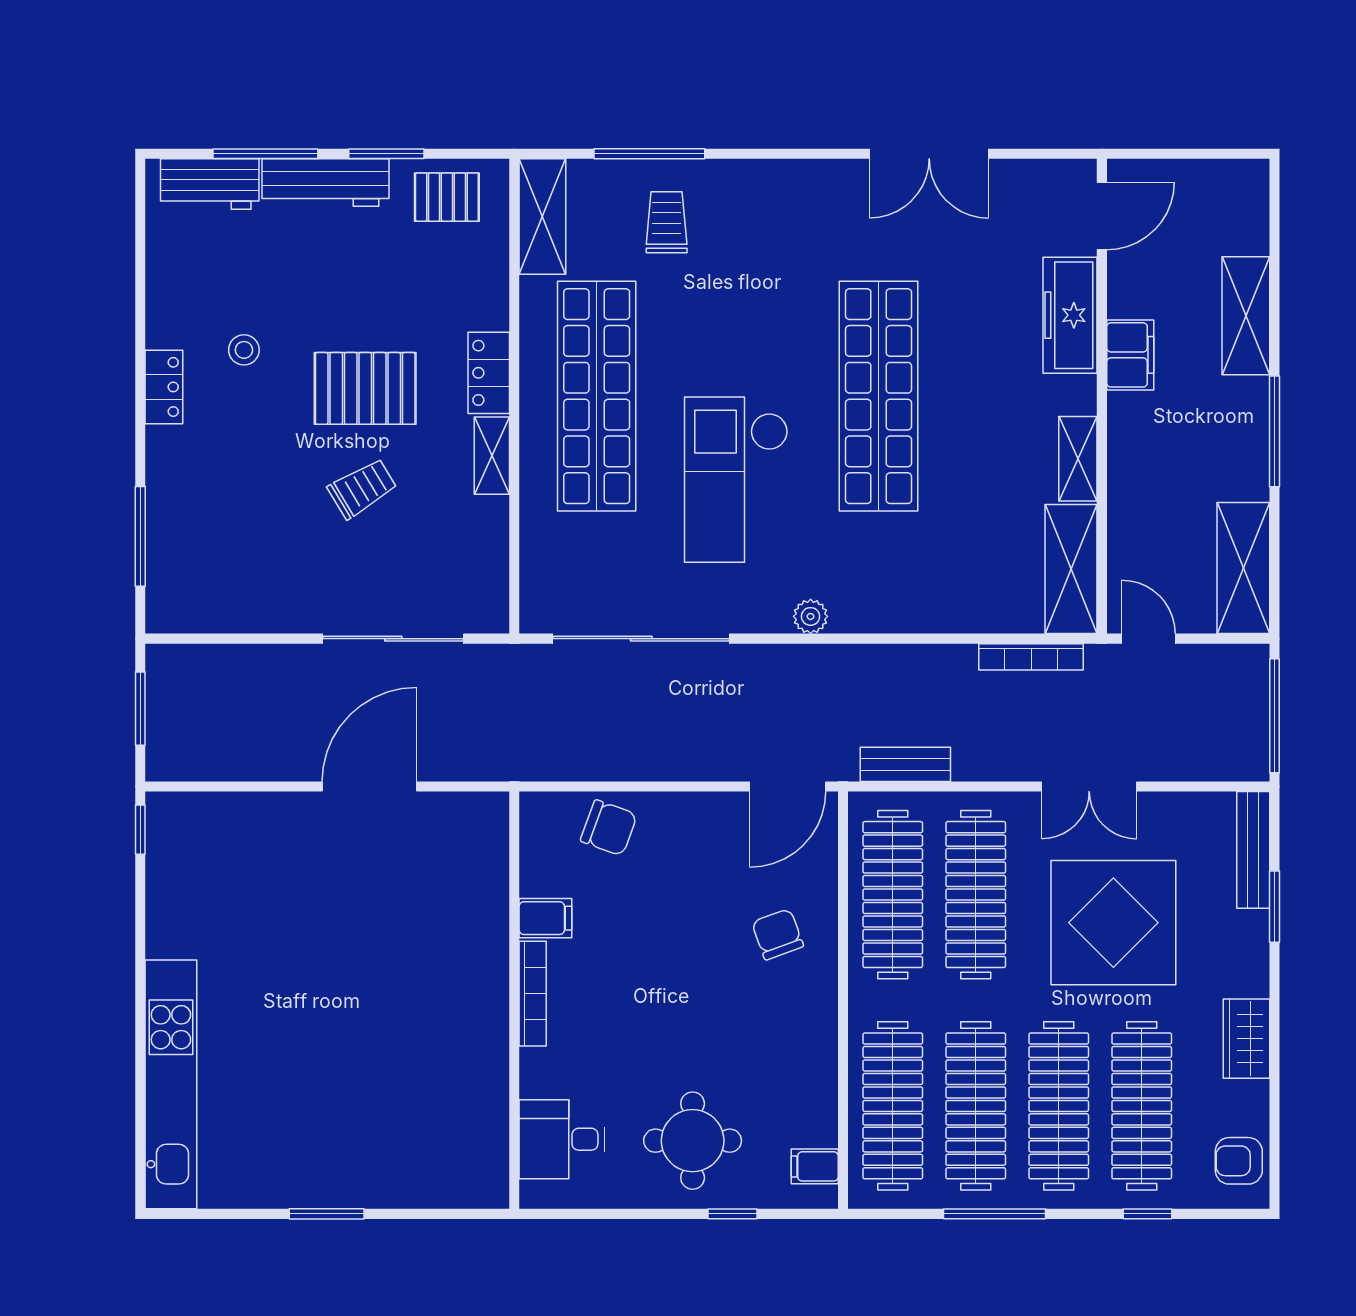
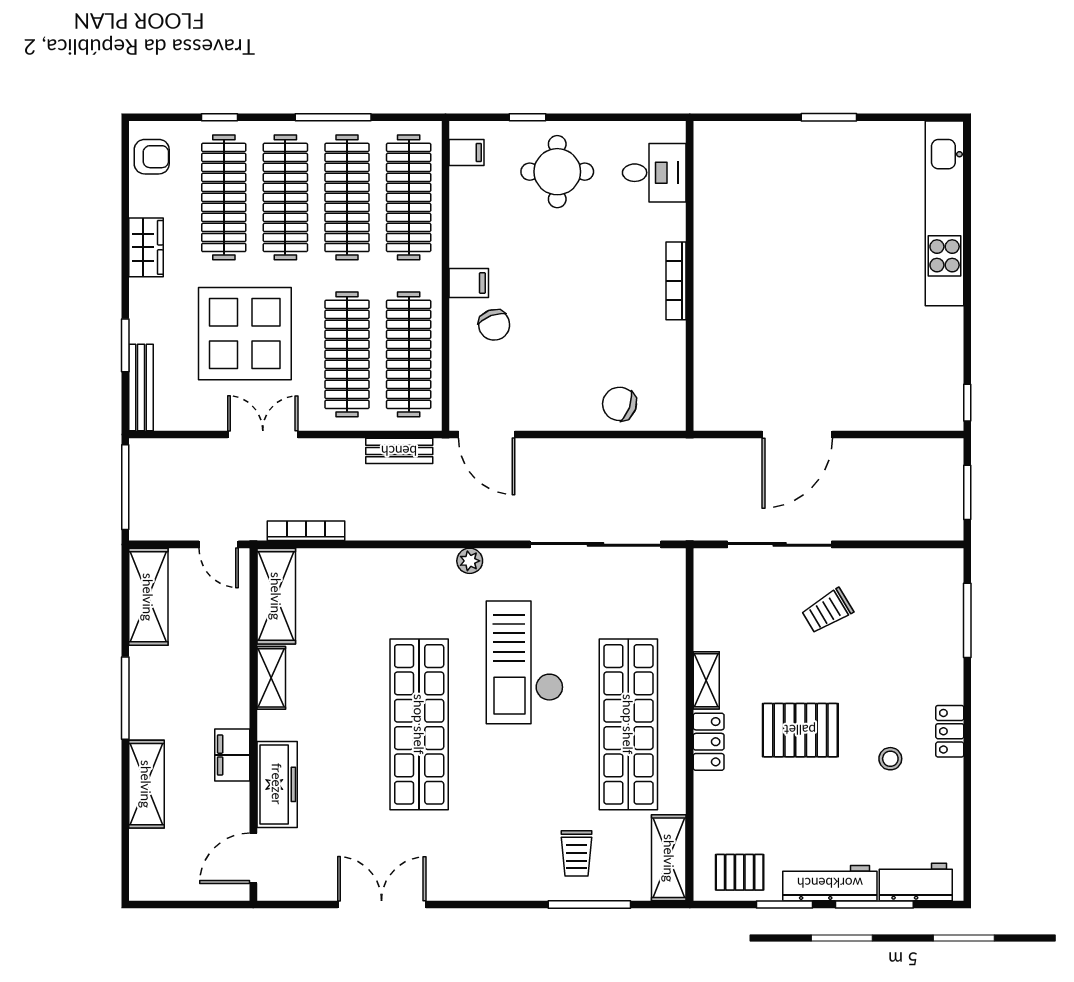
checkout: (736, 480) -> (525, 662), turned 180
trolley: (362, 488) -> (827, 611), moved
door: (788, 787) -> (487, 435), swing flipped
filing cabinet: (545, 918) -> (469, 283), moved, turned 180

